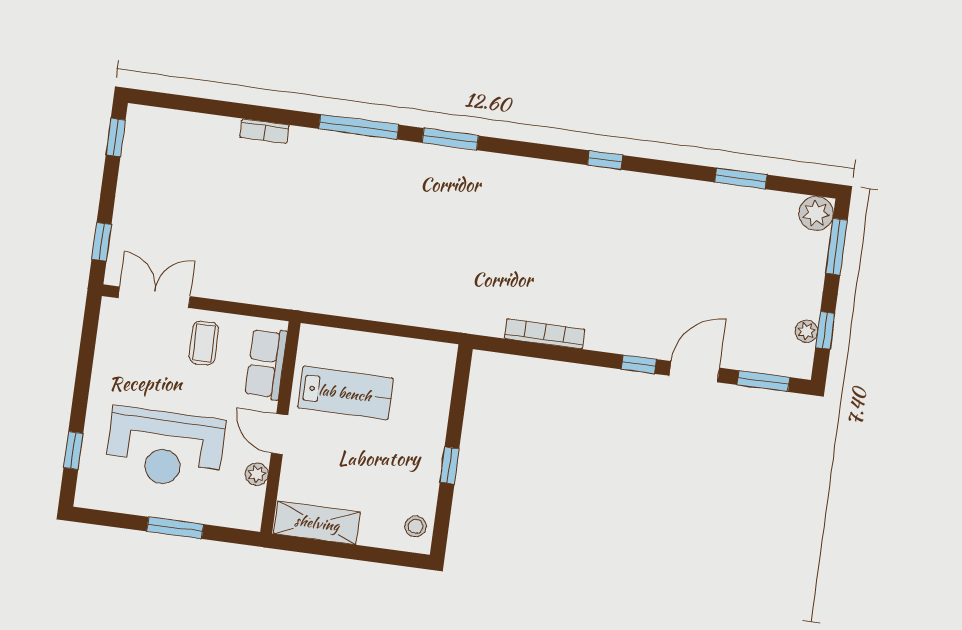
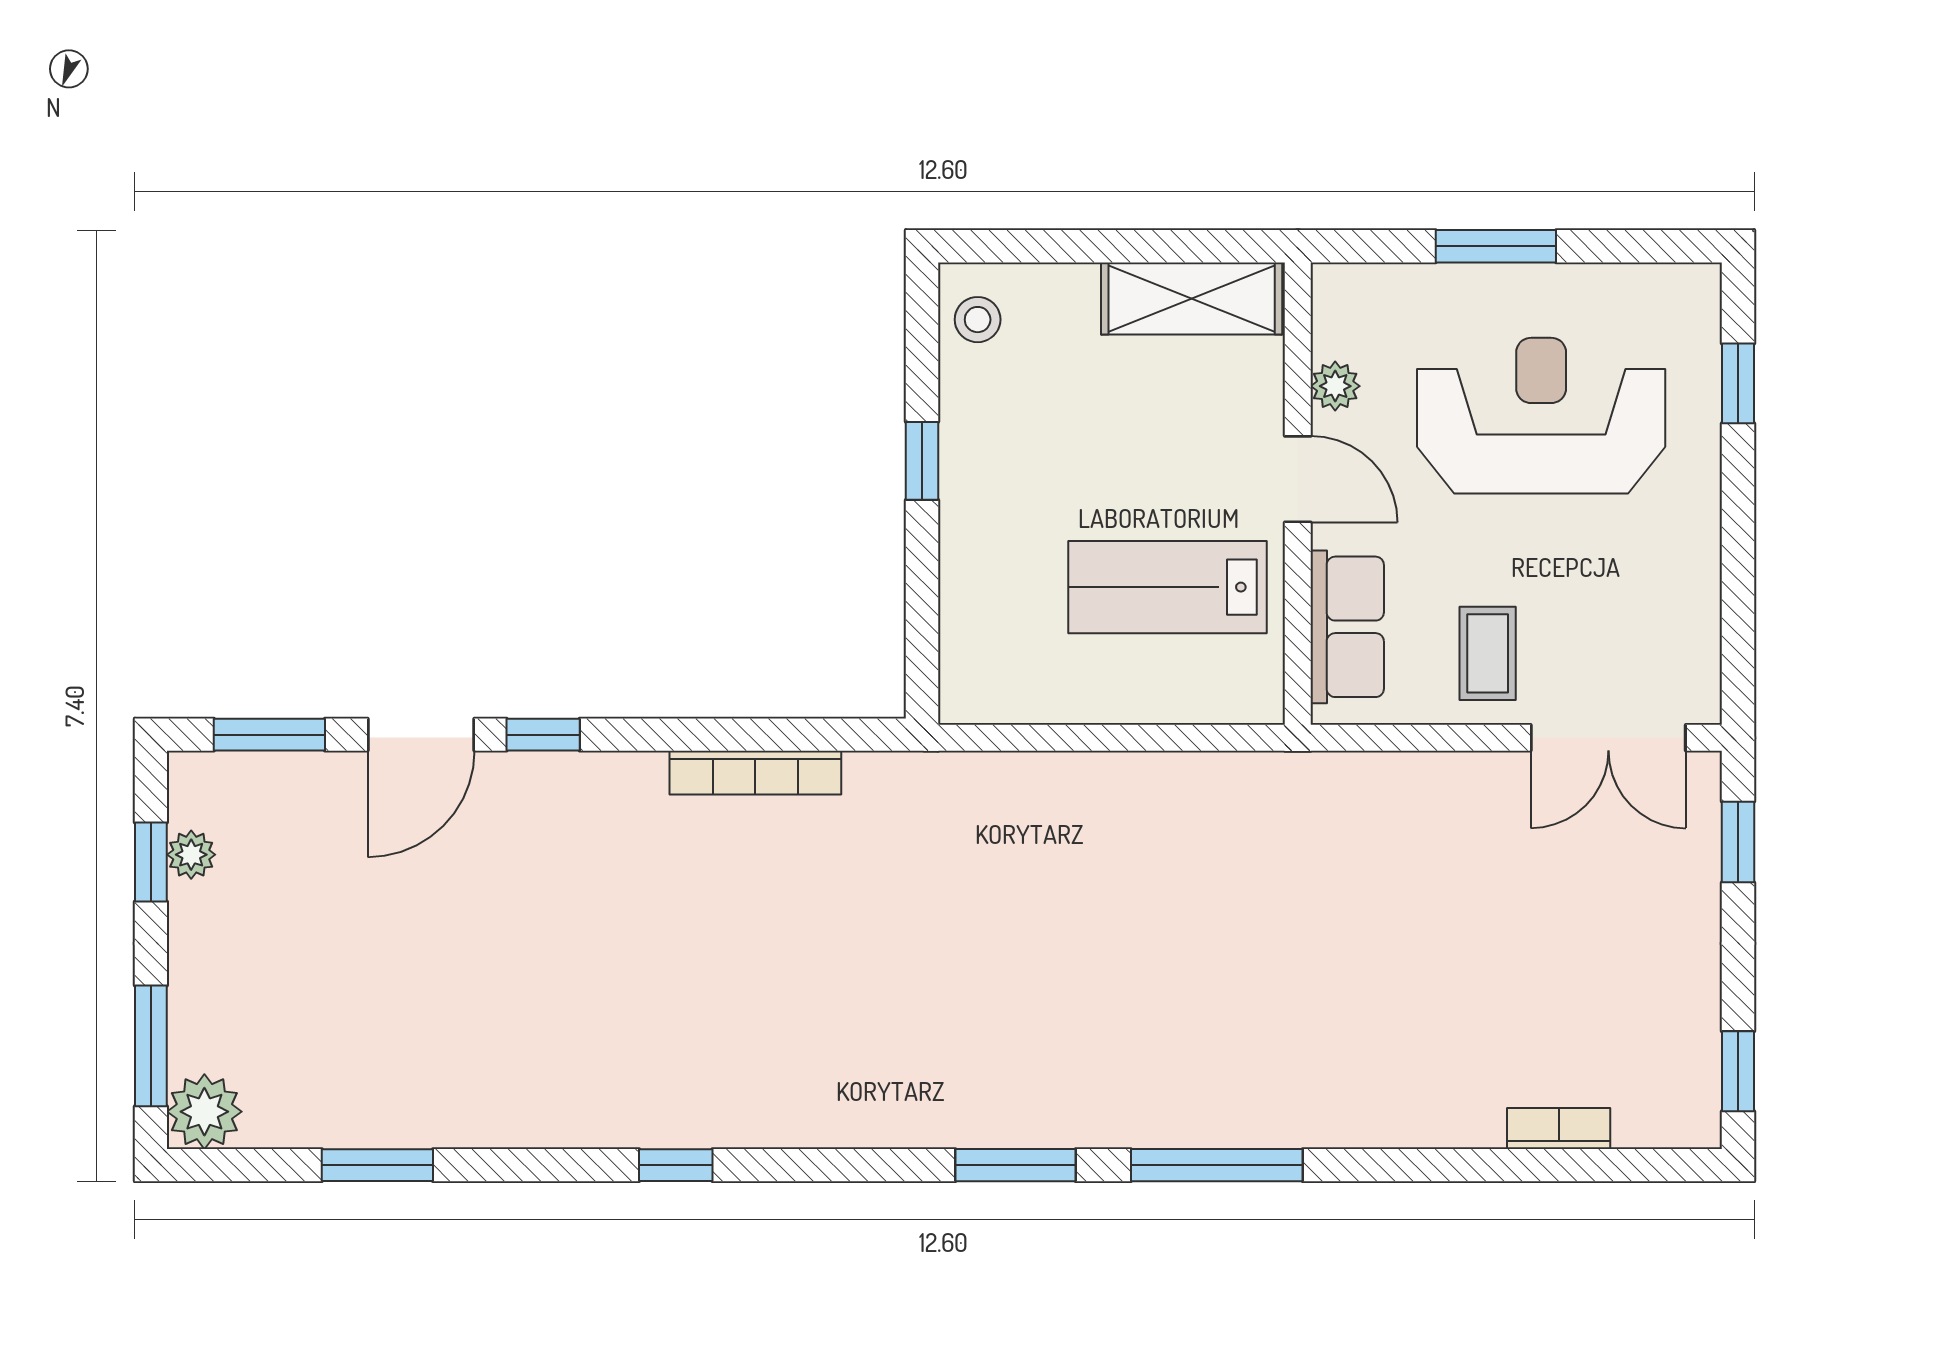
bookcase: (265, 131) -> (1559, 1128), moved

